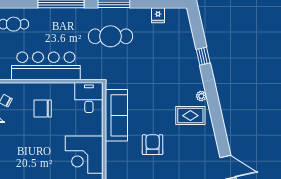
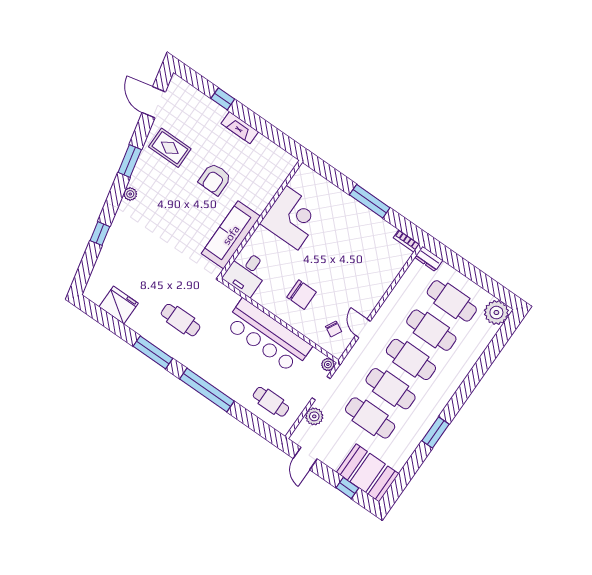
fridge: (158, 15) -> (119, 305), width x1.88, depth x1.34
cafe table: (110, 36) -> (181, 320), width x0.73, depth x0.74
rug: (190, 116) -> (170, 148), moved
window: (217, 118) -> (130, 161), added

